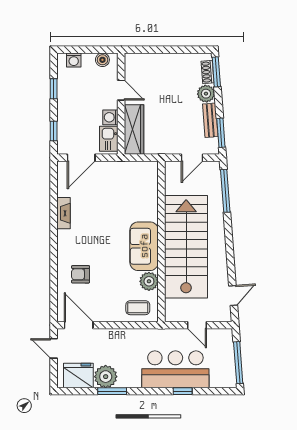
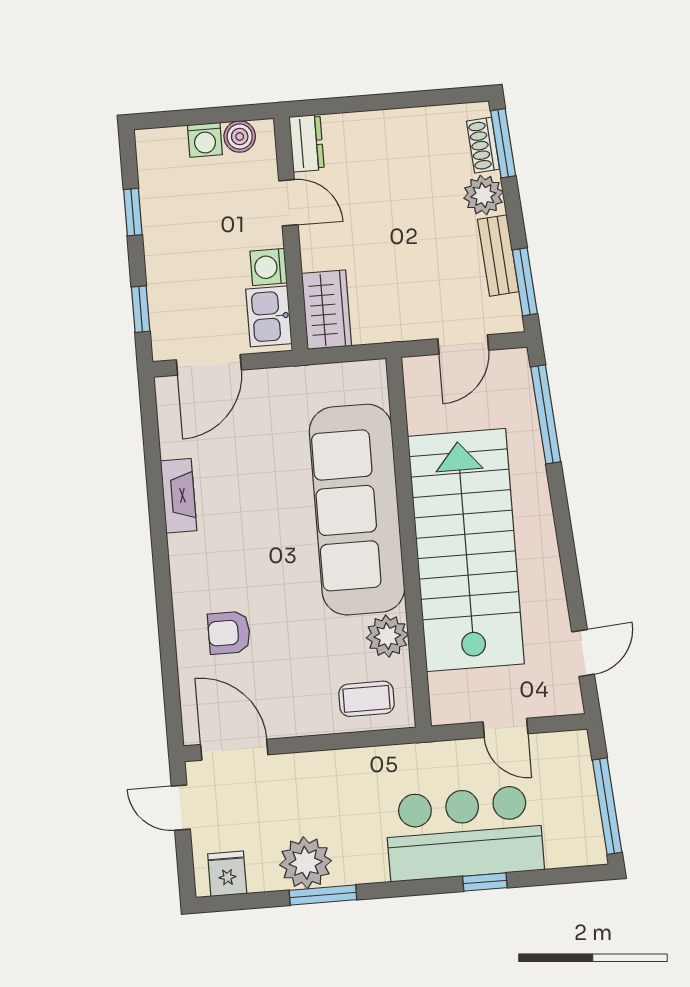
washing machine: (74, 60) -> (205, 140), moved
dresser: (131, 65) -> (307, 143), added
wardrobe: (134, 129) -> (327, 310), width x0.67
sofa: (144, 246) -> (357, 510), width x1.85, depth x1.27
fridge: (78, 375) -> (227, 874), width x0.53, depth x0.75

